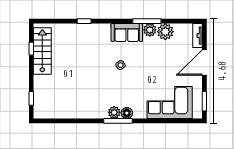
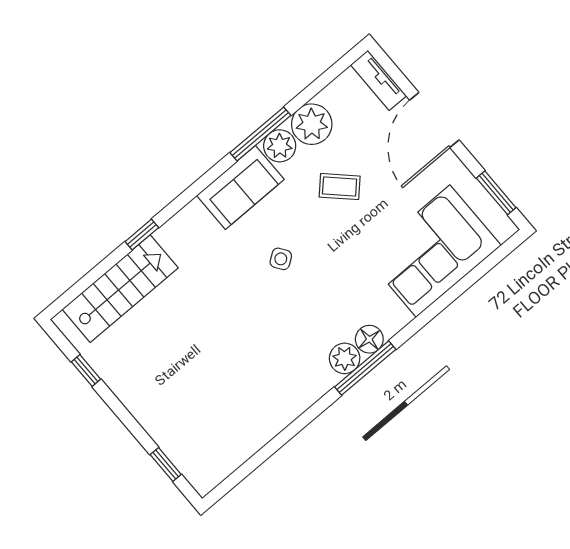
stairs: (42, 51) -> (120, 289), moved, turned 90
coffee table: (158, 58) -> (340, 187), added

